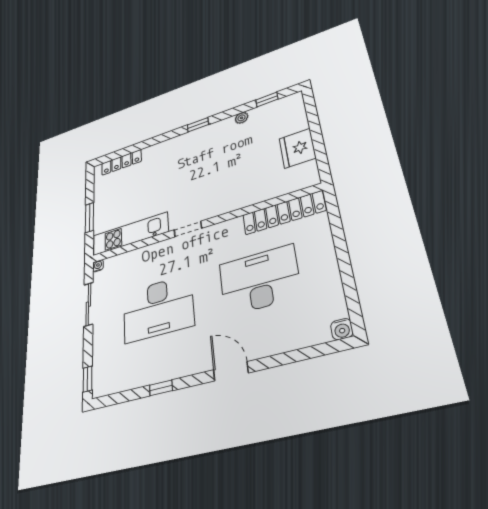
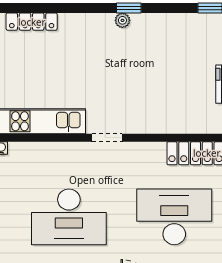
plant: (242, 118) -> (122, 20), moved

